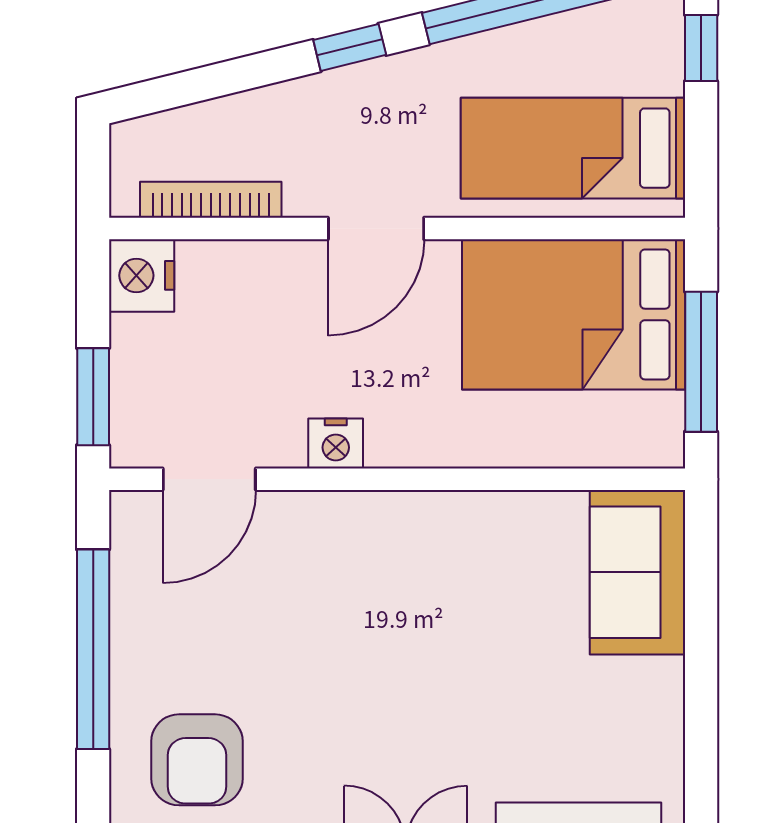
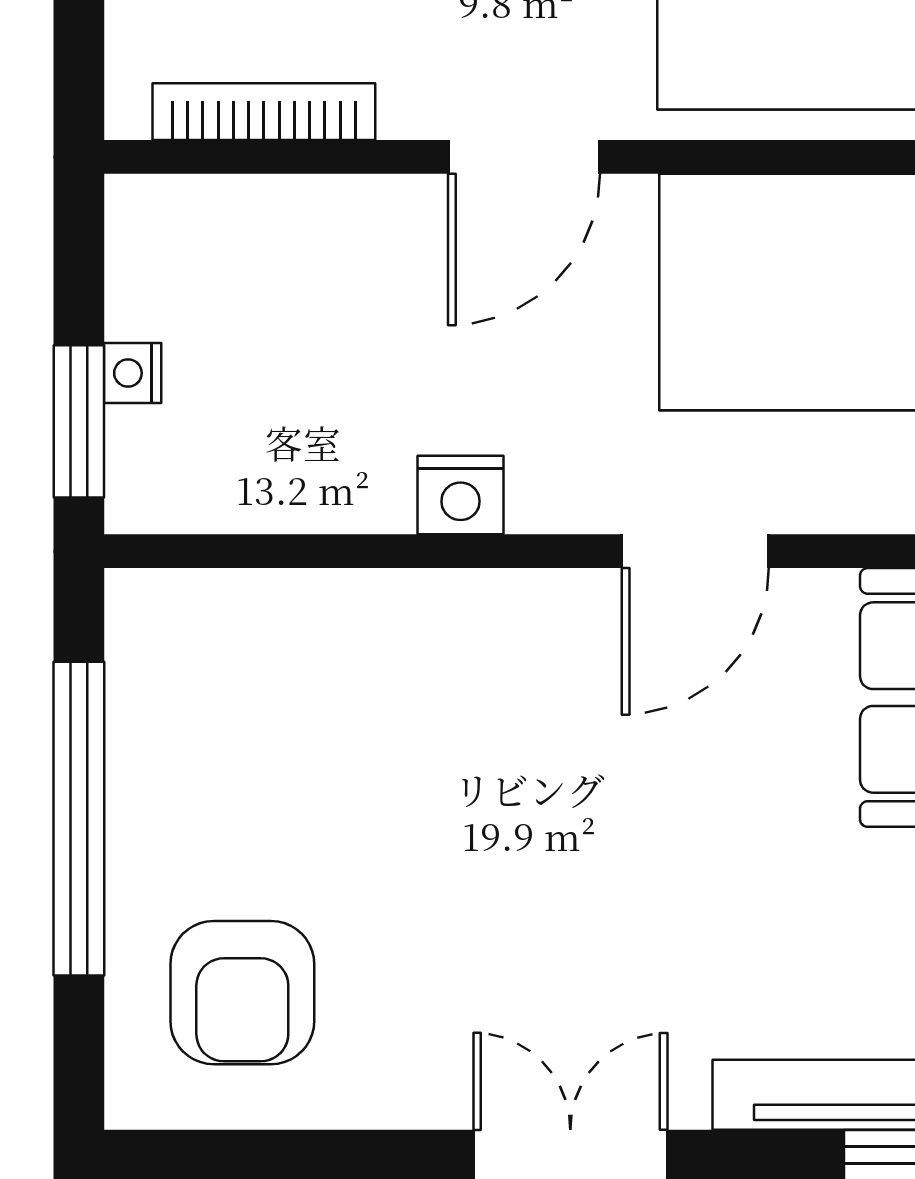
nightstand: (142, 275) -> (133, 373), moved, width x0.53, depth x0.56
door: (209, 479) -> (695, 551), moved

